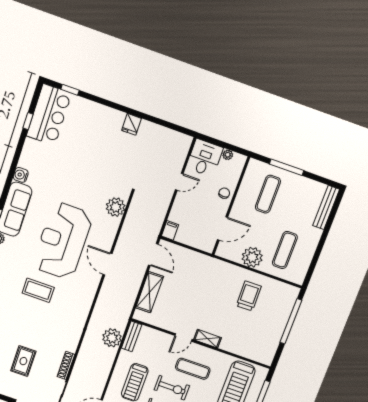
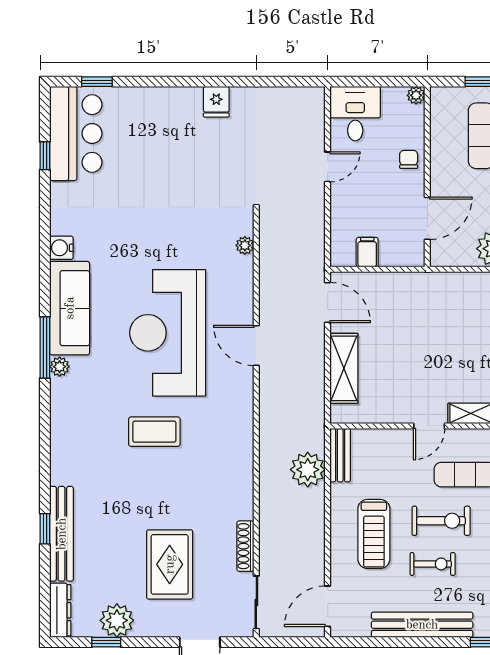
plant: (228, 155) -> (416, 95), moved
plant: (116, 207) -> (245, 245), width x0.53, depth x0.53
filing cabinet: (170, 230) -> (367, 252), moved
rug: (23, 361) -> (170, 564), width x1.36, depth x1.43

